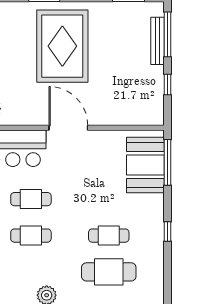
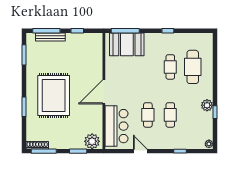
rug: (62, 46) -> (54, 96), turned 90

